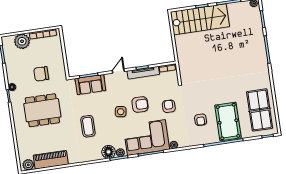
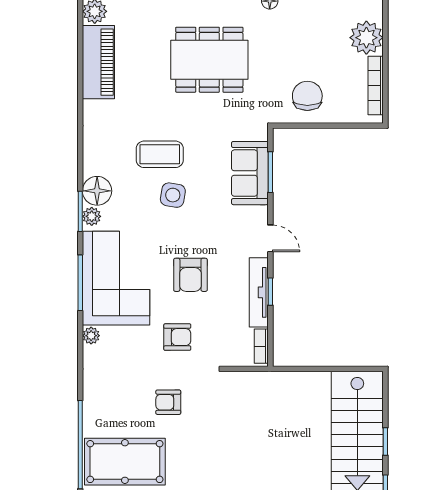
chair: (41, 74) -> (307, 96), moved
dining table: (42, 110) -> (209, 60), turned 90
side table: (121, 112) -> (173, 195), moved
armchair: (201, 120) -> (168, 402), moved

